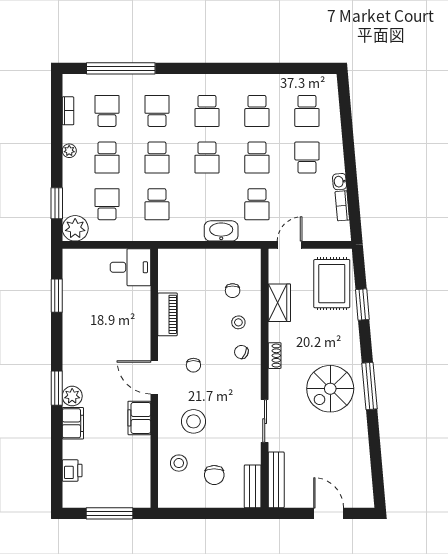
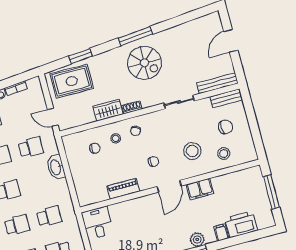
wardrobe: (279, 303) -> (108, 110), moved
filing cabinet: (73, 423) -> (221, 232), width x0.50
printer: (72, 471) -> (241, 224), width x1.87, depth x1.48

